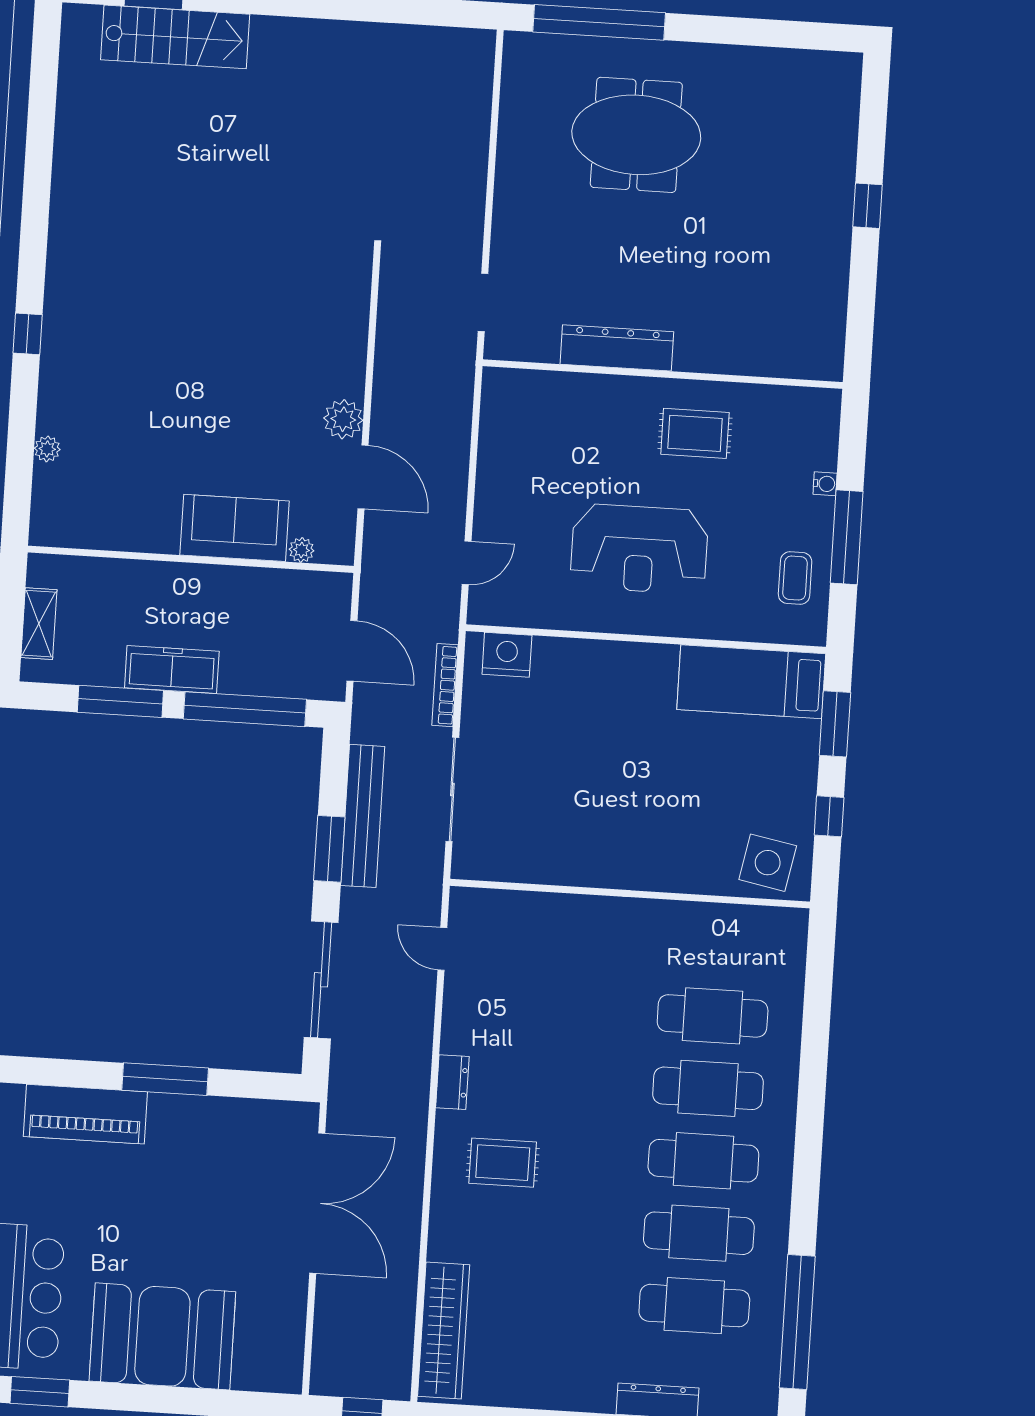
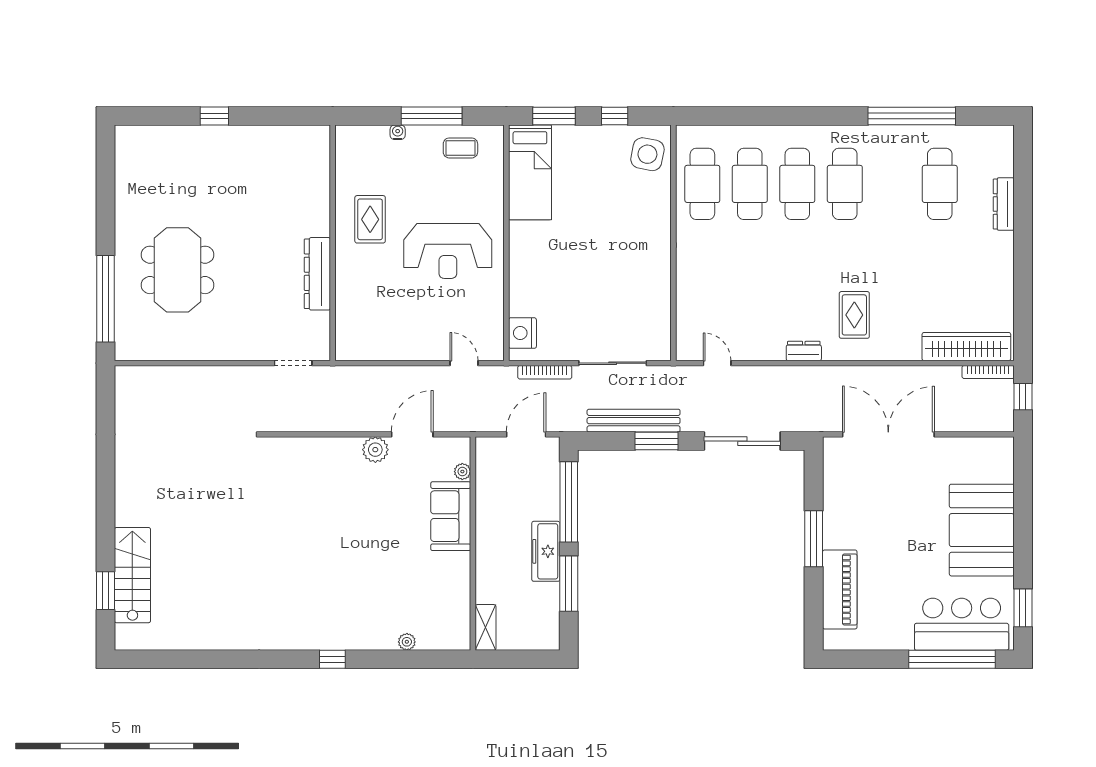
reception desk: (639, 549) -> (448, 251), turned 90
shelving: (39, 624) -> (486, 627), moved, turned 90
door: (442, 949) -> (717, 363), swing flipped
cafe table: (699, 1233) -> (702, 184), moved
window: (797, 1322) -> (912, 116), moved
bookcase: (403, 1361) -> (988, 372), added

